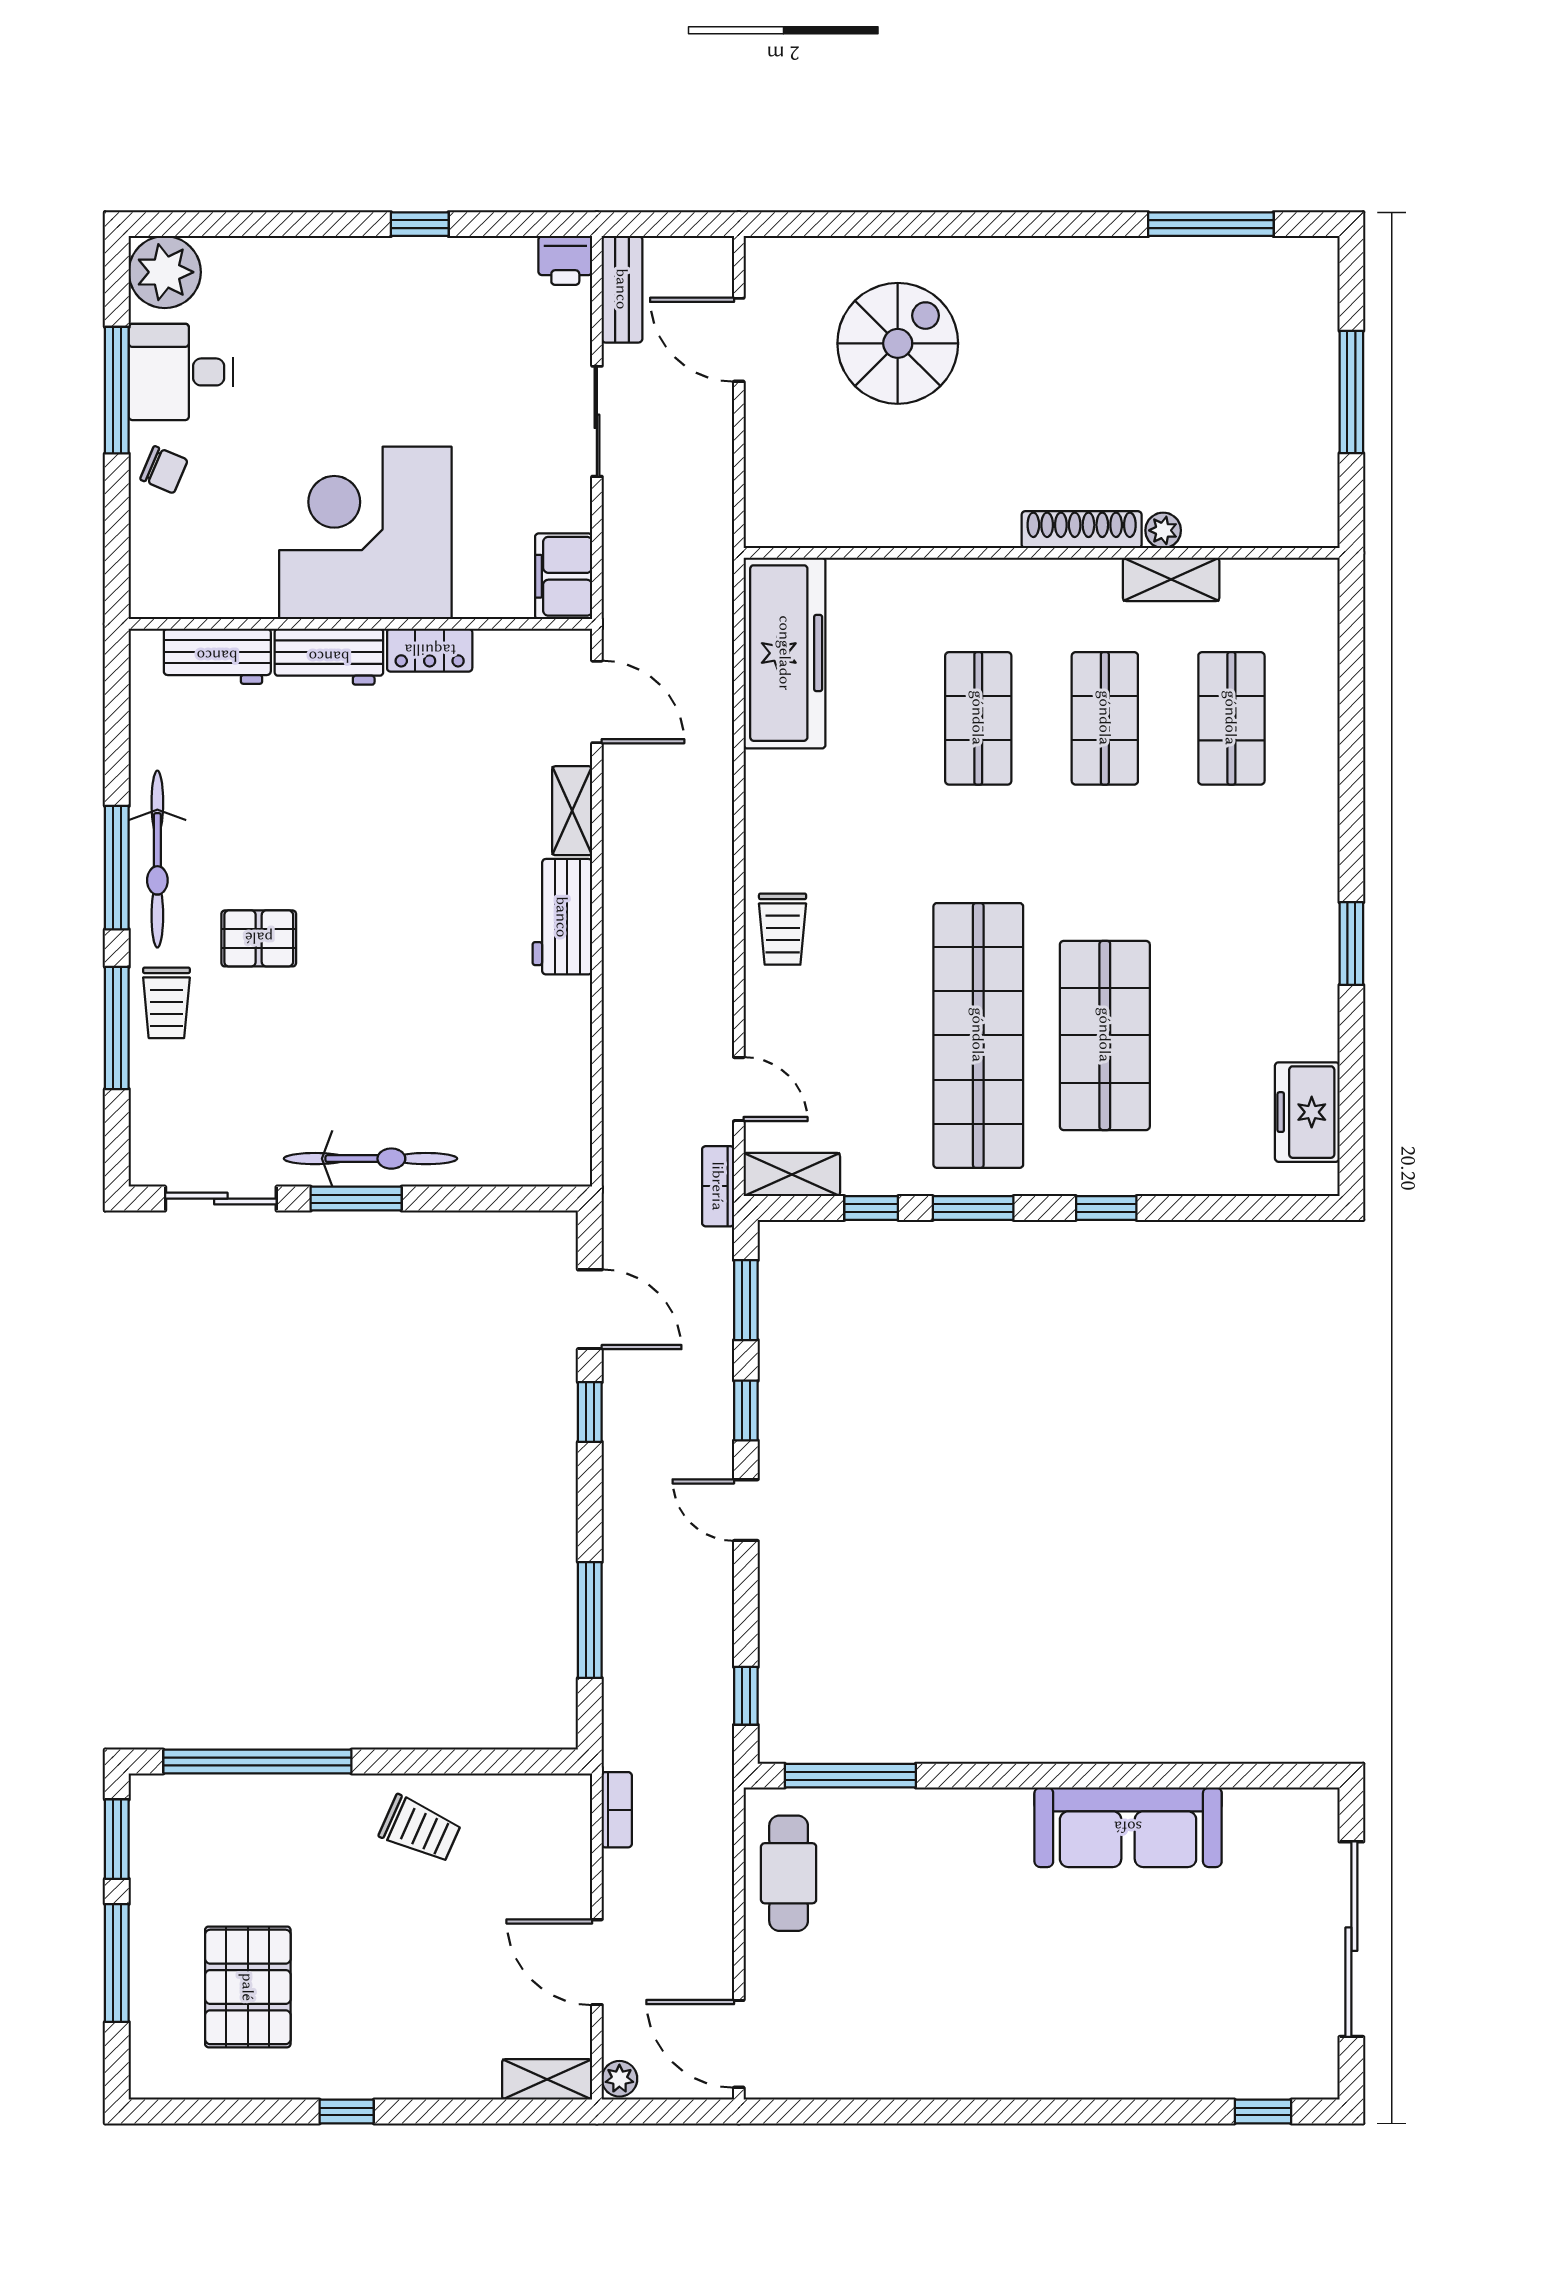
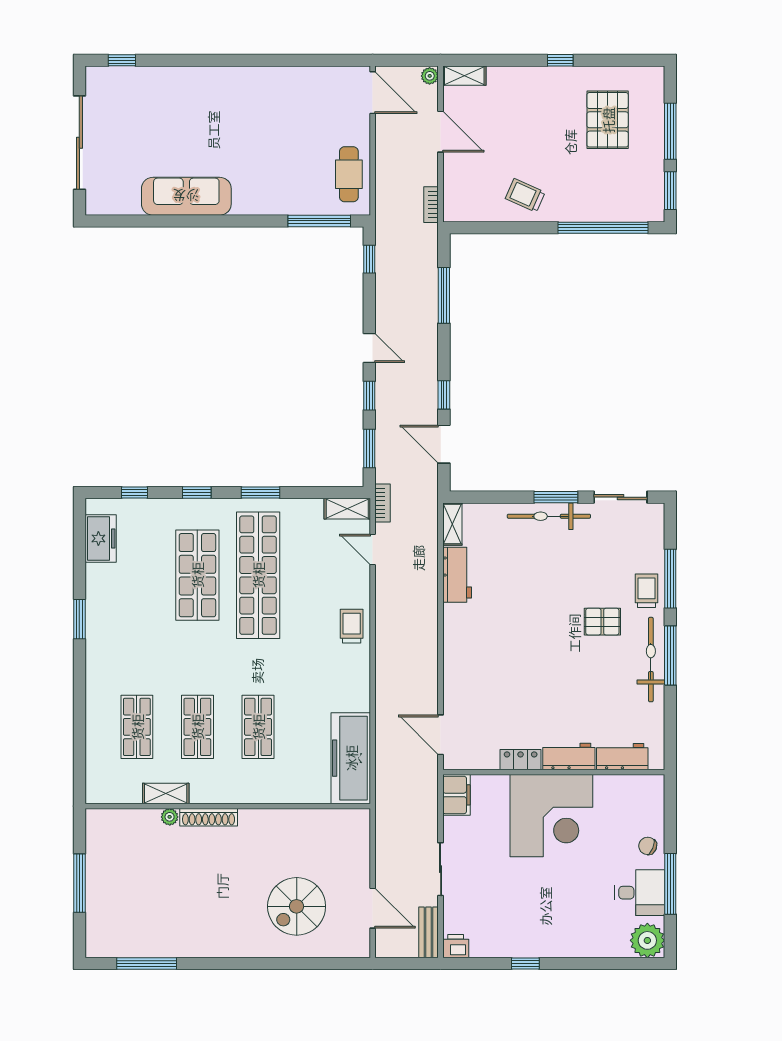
shelving: (572, 811) -> (452, 524), moved
workbench: (562, 917) -> (457, 575), moved
window: (871, 1208) -> (135, 493), moved

